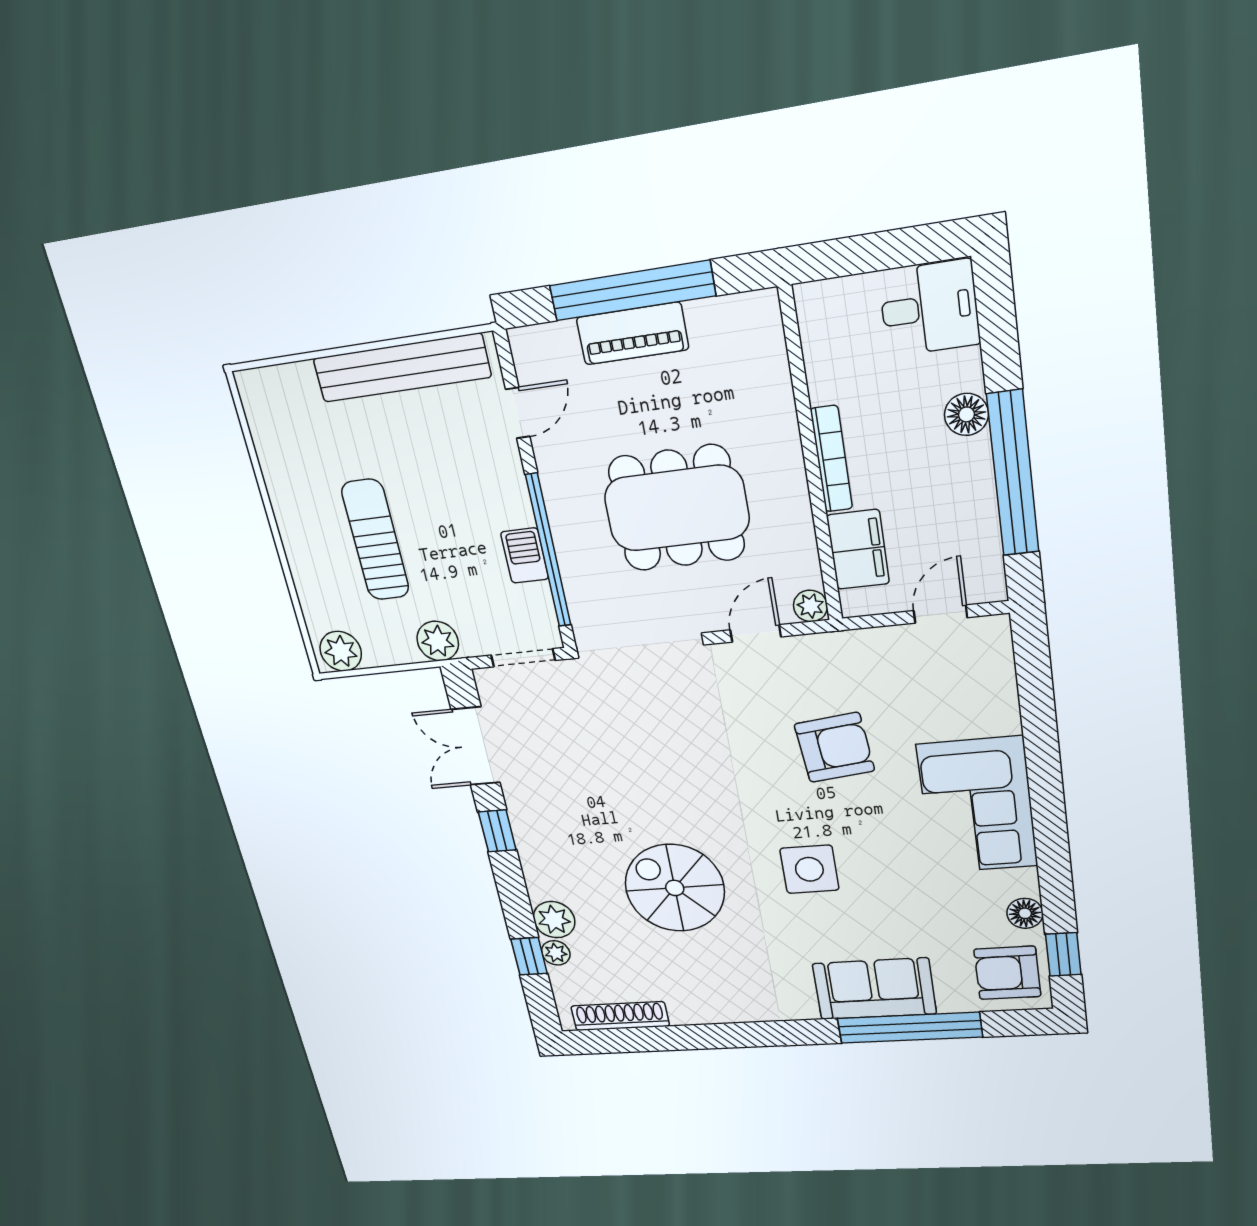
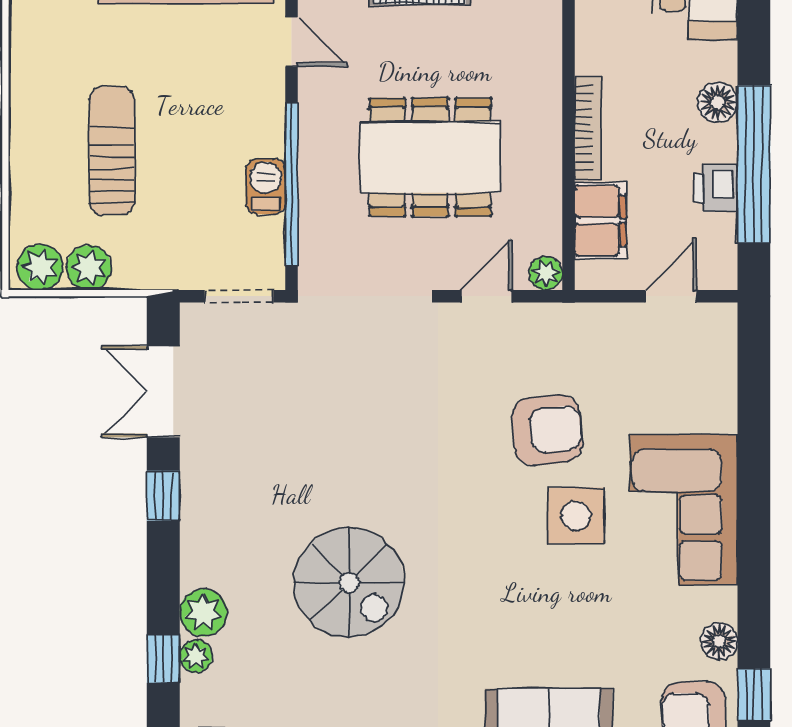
door: (518, 413) -> (292, 42), hinge flipped
printer: (975, 503) -> (716, 188), added
plant: (438, 641) -> (89, 268), moved
side table: (809, 869) -> (576, 516), moved
spiral stairs: (675, 888) -> (349, 582), turned 180

